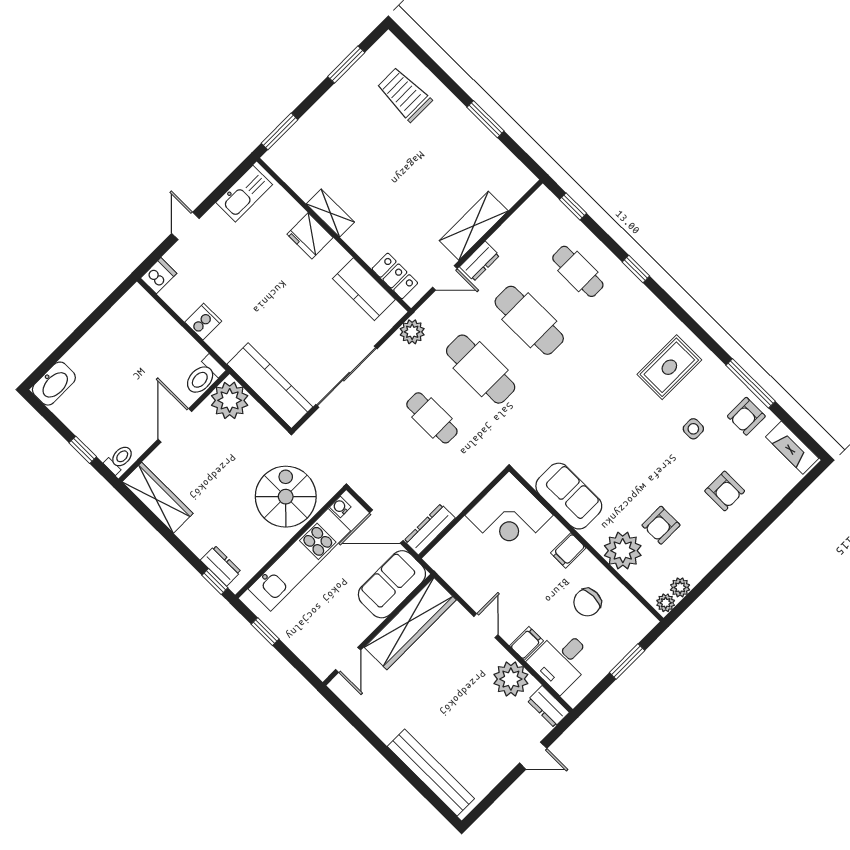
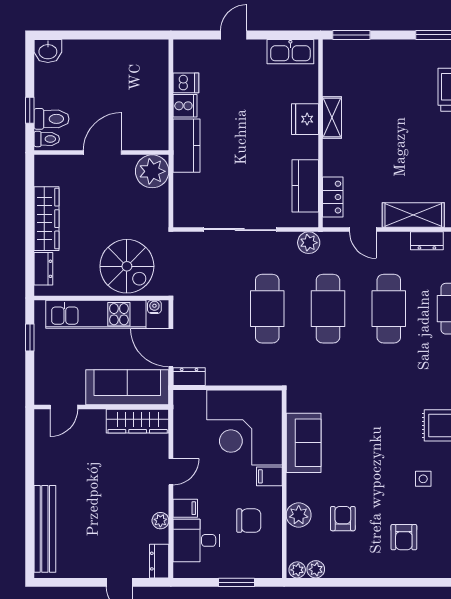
dresser: (480, 261) -> (427, 241), moved
dishwasher: (159, 276) -> (186, 83), moved
toilet: (204, 376) -> (51, 119), moved, turned 180
washbasin: (54, 384) -> (48, 51), width x0.72
kitchen counter: (270, 386) -> (186, 146), moved, width x0.67
cafe table: (432, 418) -> (267, 309), width x1.37, depth x1.35
spiral stairs: (286, 497) -> (127, 266), turned 90
wardrobe: (158, 498) -> (46, 219), moved
corner desk: (509, 515) -> (244, 427), width x1.36, depth x1.36
armchair: (661, 525) -> (343, 519), turned 90
dresser: (430, 529) -> (189, 377), width x0.70
plant: (623, 551) -> (299, 515), width x0.73, depth x0.73
window: (215, 581) -> (30, 275), removed
sofa: (392, 584) -> (127, 387), width x1.36
chair: (587, 602) -> (249, 521), turned 180
wardrobe: (410, 624) -> (138, 421), width x0.71, depth x0.85
plant: (511, 679) -> (160, 521), width x0.53, depth x0.53

